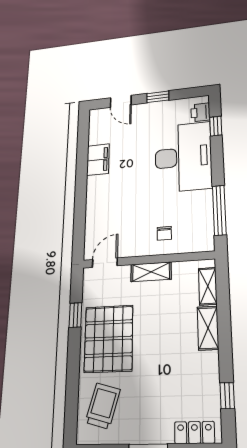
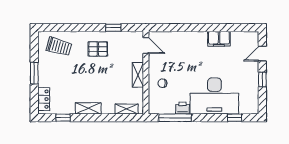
printer: (200, 112) -> (183, 108), moved
shelving: (208, 328) -> (88, 108), moved
pallet: (109, 339) -> (98, 49), width x0.49, depth x0.50

